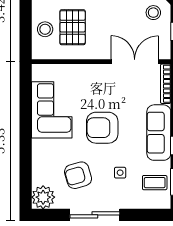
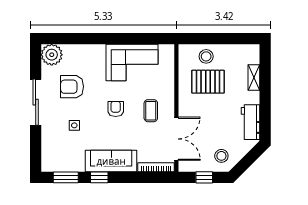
armchair: (102, 128) -> (116, 109), width x0.53, depth x0.53
armchair: (78, 175) -> (72, 87), turned -74
coffee table: (155, 183) -> (151, 111), moved

